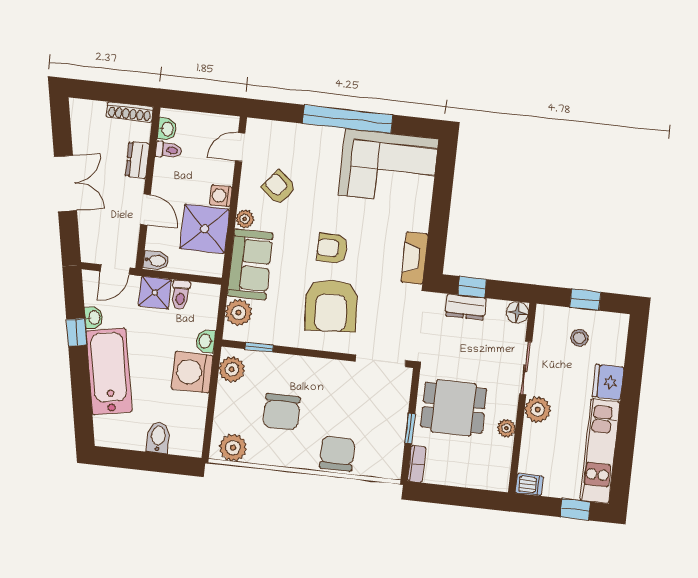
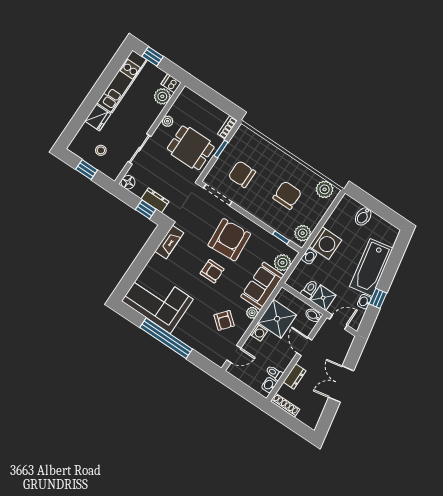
plant: (538, 410) -> (162, 96), moved
chair: (337, 454) -> (242, 174), moved, turned 90

